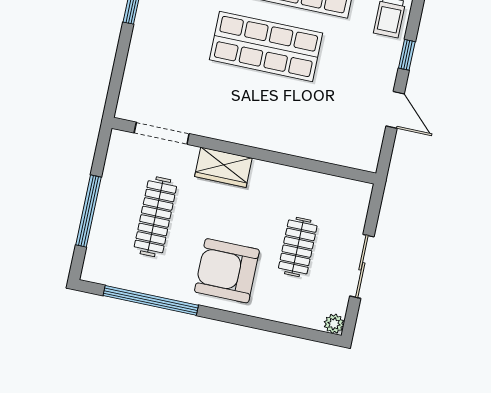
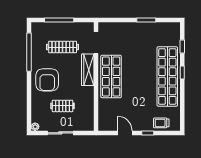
shop shelf: (266, 46) -> (111, 76), moved
door: (395, 110) -> (125, 133), swing flipped
wardrobe: (223, 167) -> (88, 70), width x1.50
armchair: (227, 271) -> (47, 80), turned 180

